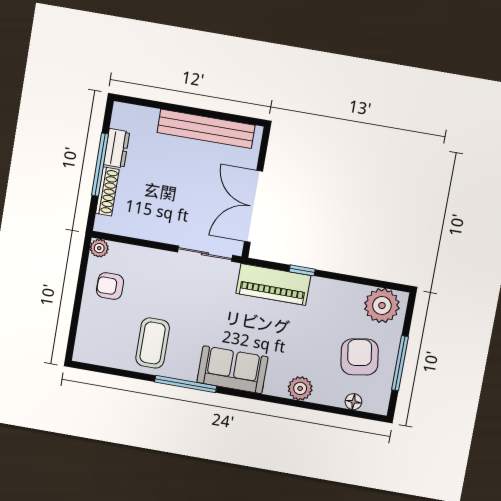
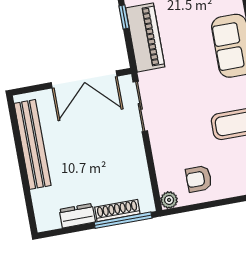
window: (100, 165) -> (123, 220), moved
armchair: (110, 286) -> (199, 179), turned 90

